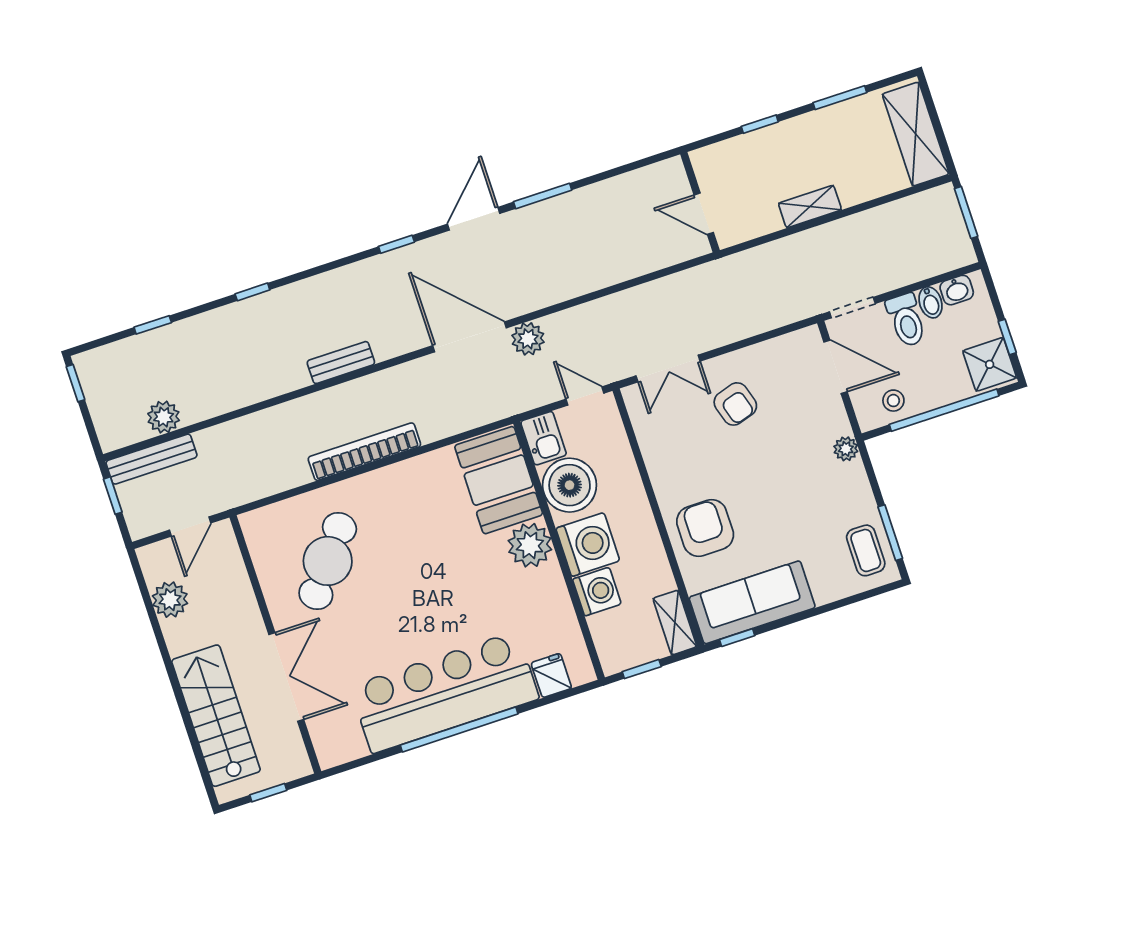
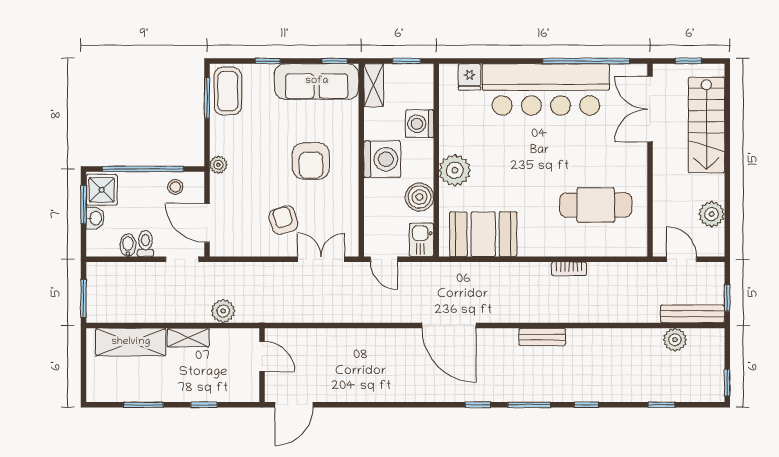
shelving: (916, 134) -> (131, 342), moved, turned 90
window: (543, 196) -> (529, 405), moved
door: (474, 219) -> (294, 405), moved
washbasin: (957, 290) -> (95, 218), moved, turned 90
toilet: (906, 320) -> (145, 244), width x0.73, depth x0.72
window: (1007, 337) -> (84, 204), width x1.50
plant: (528, 339) -> (223, 311), moved
bookcase: (364, 452) -> (569, 269), width x0.43, depth x0.76
booth: (499, 480) -> (483, 234), moved, turned 90
boiler: (570, 485) -> (419, 197), width x0.73, depth x0.73
door: (190, 527) -> (682, 259), hinge flipped
armchair: (705, 528) -> (311, 161), moved
washing machine: (588, 545) -> (382, 159), moved, turned 180
coffee table: (866, 550) -> (228, 91), width x1.36, depth x1.30
cafe table: (328, 561) -> (596, 205), turned 52
window: (826, 608) -> (268, 61), added
double door: (286, 677) -> (650, 109), moved
window: (459, 729) -> (586, 61), moved

